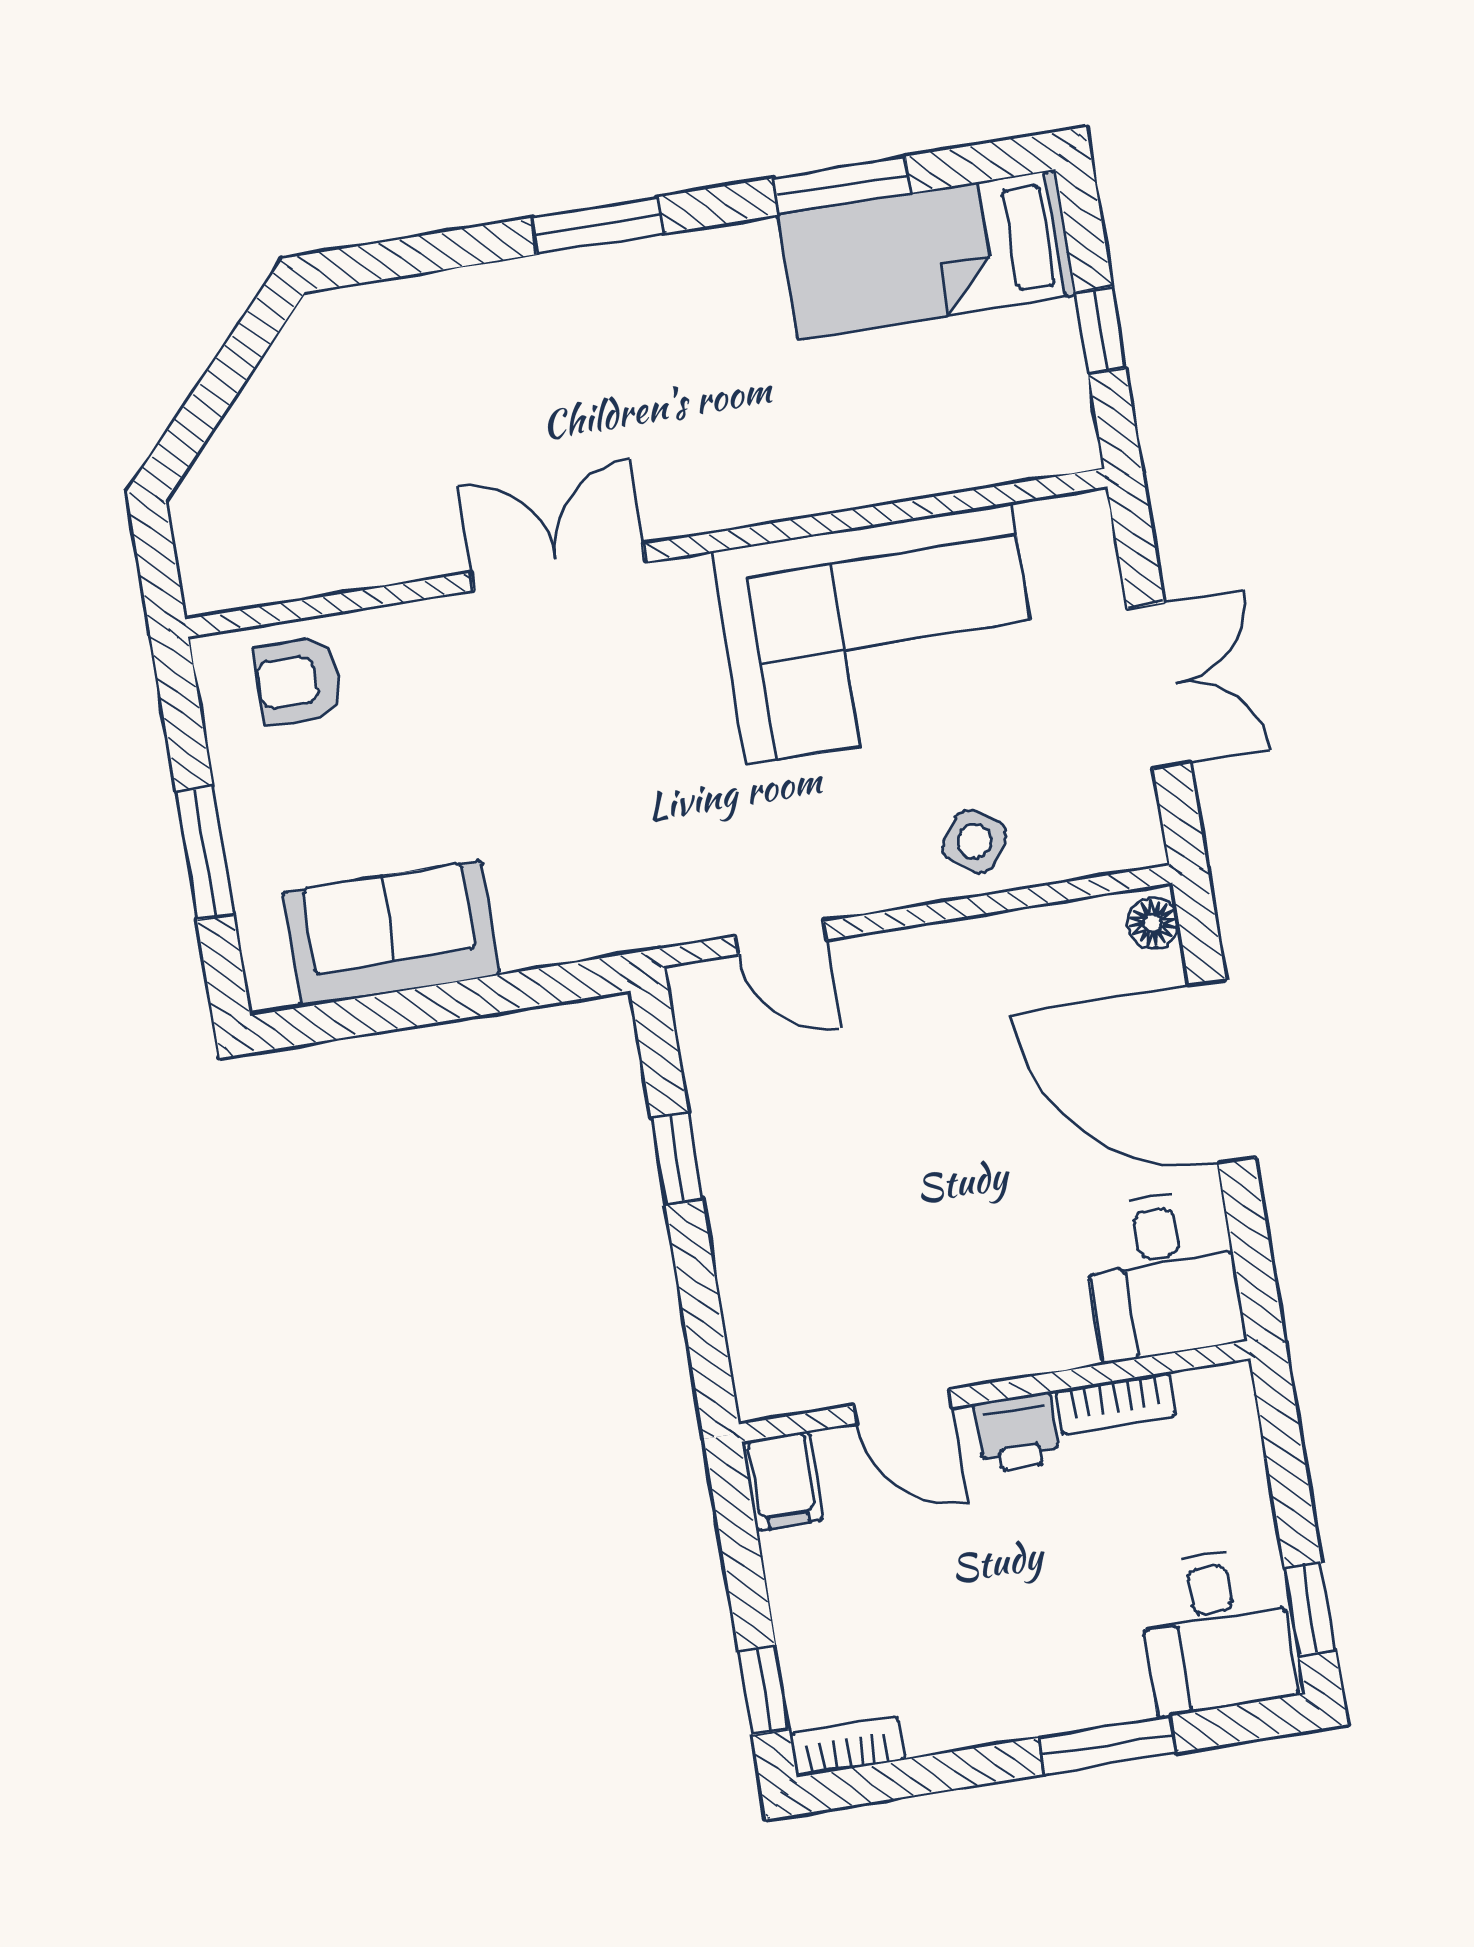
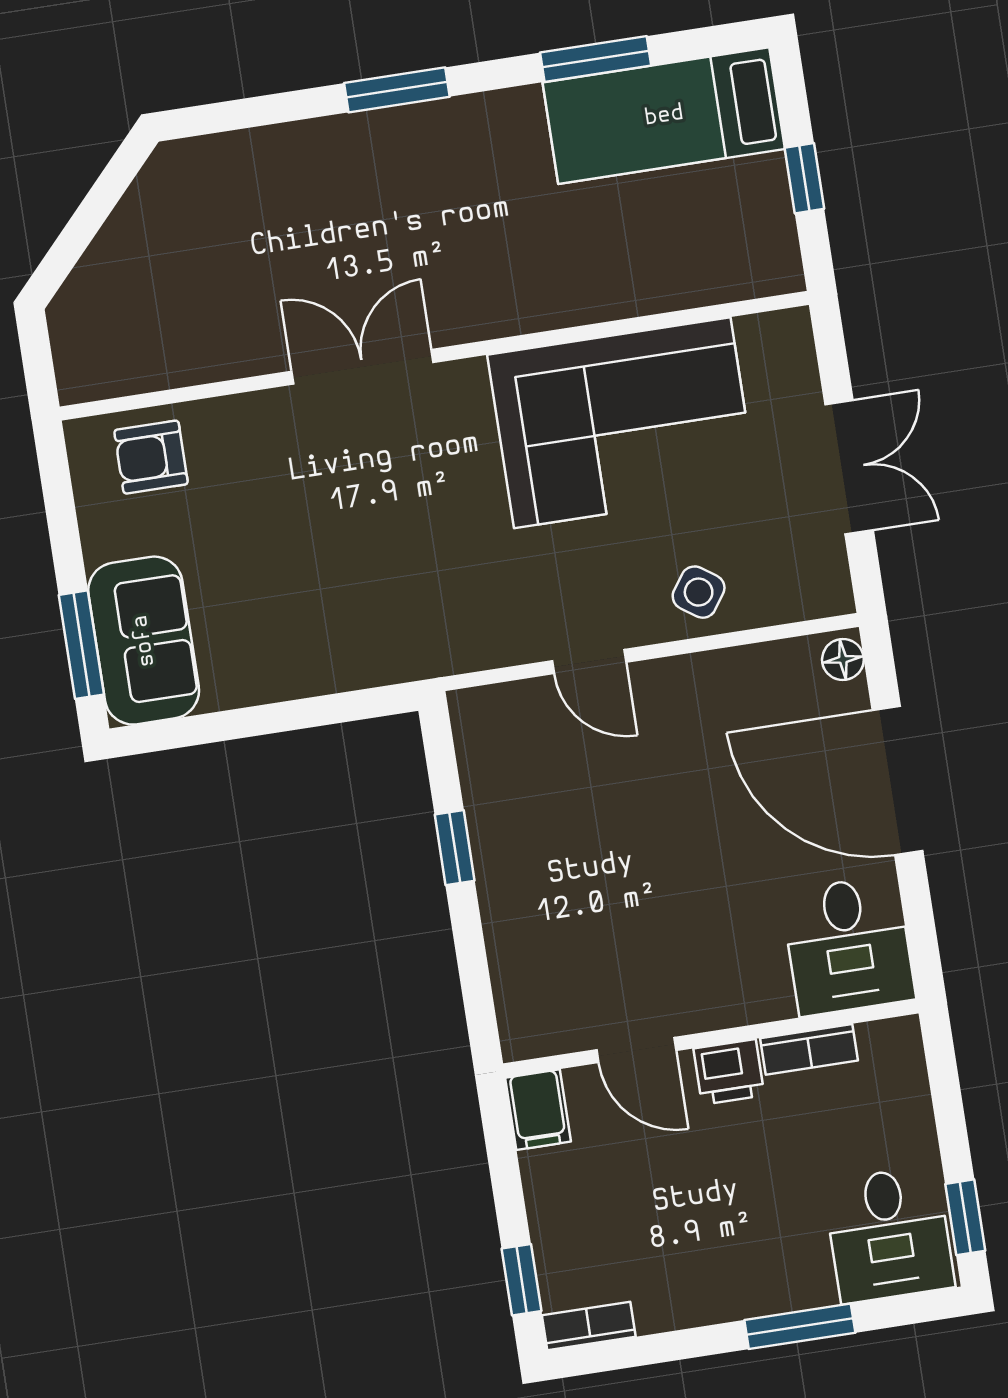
window: (205, 853) -> (81, 645), moved
sofa: (391, 934) -> (144, 641), moved, turned 90
door: (781, 938) -> (589, 662), moved

